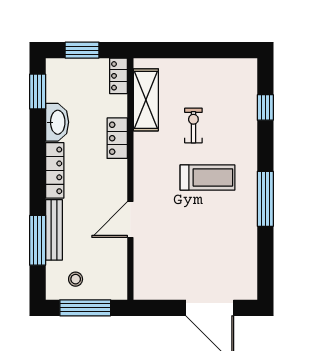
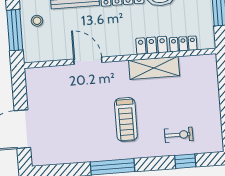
locker: (119, 76) -> (183, 44), moved
shelving: (146, 100) -> (154, 68), moved
exercise bike: (193, 125) -> (179, 135), moved

